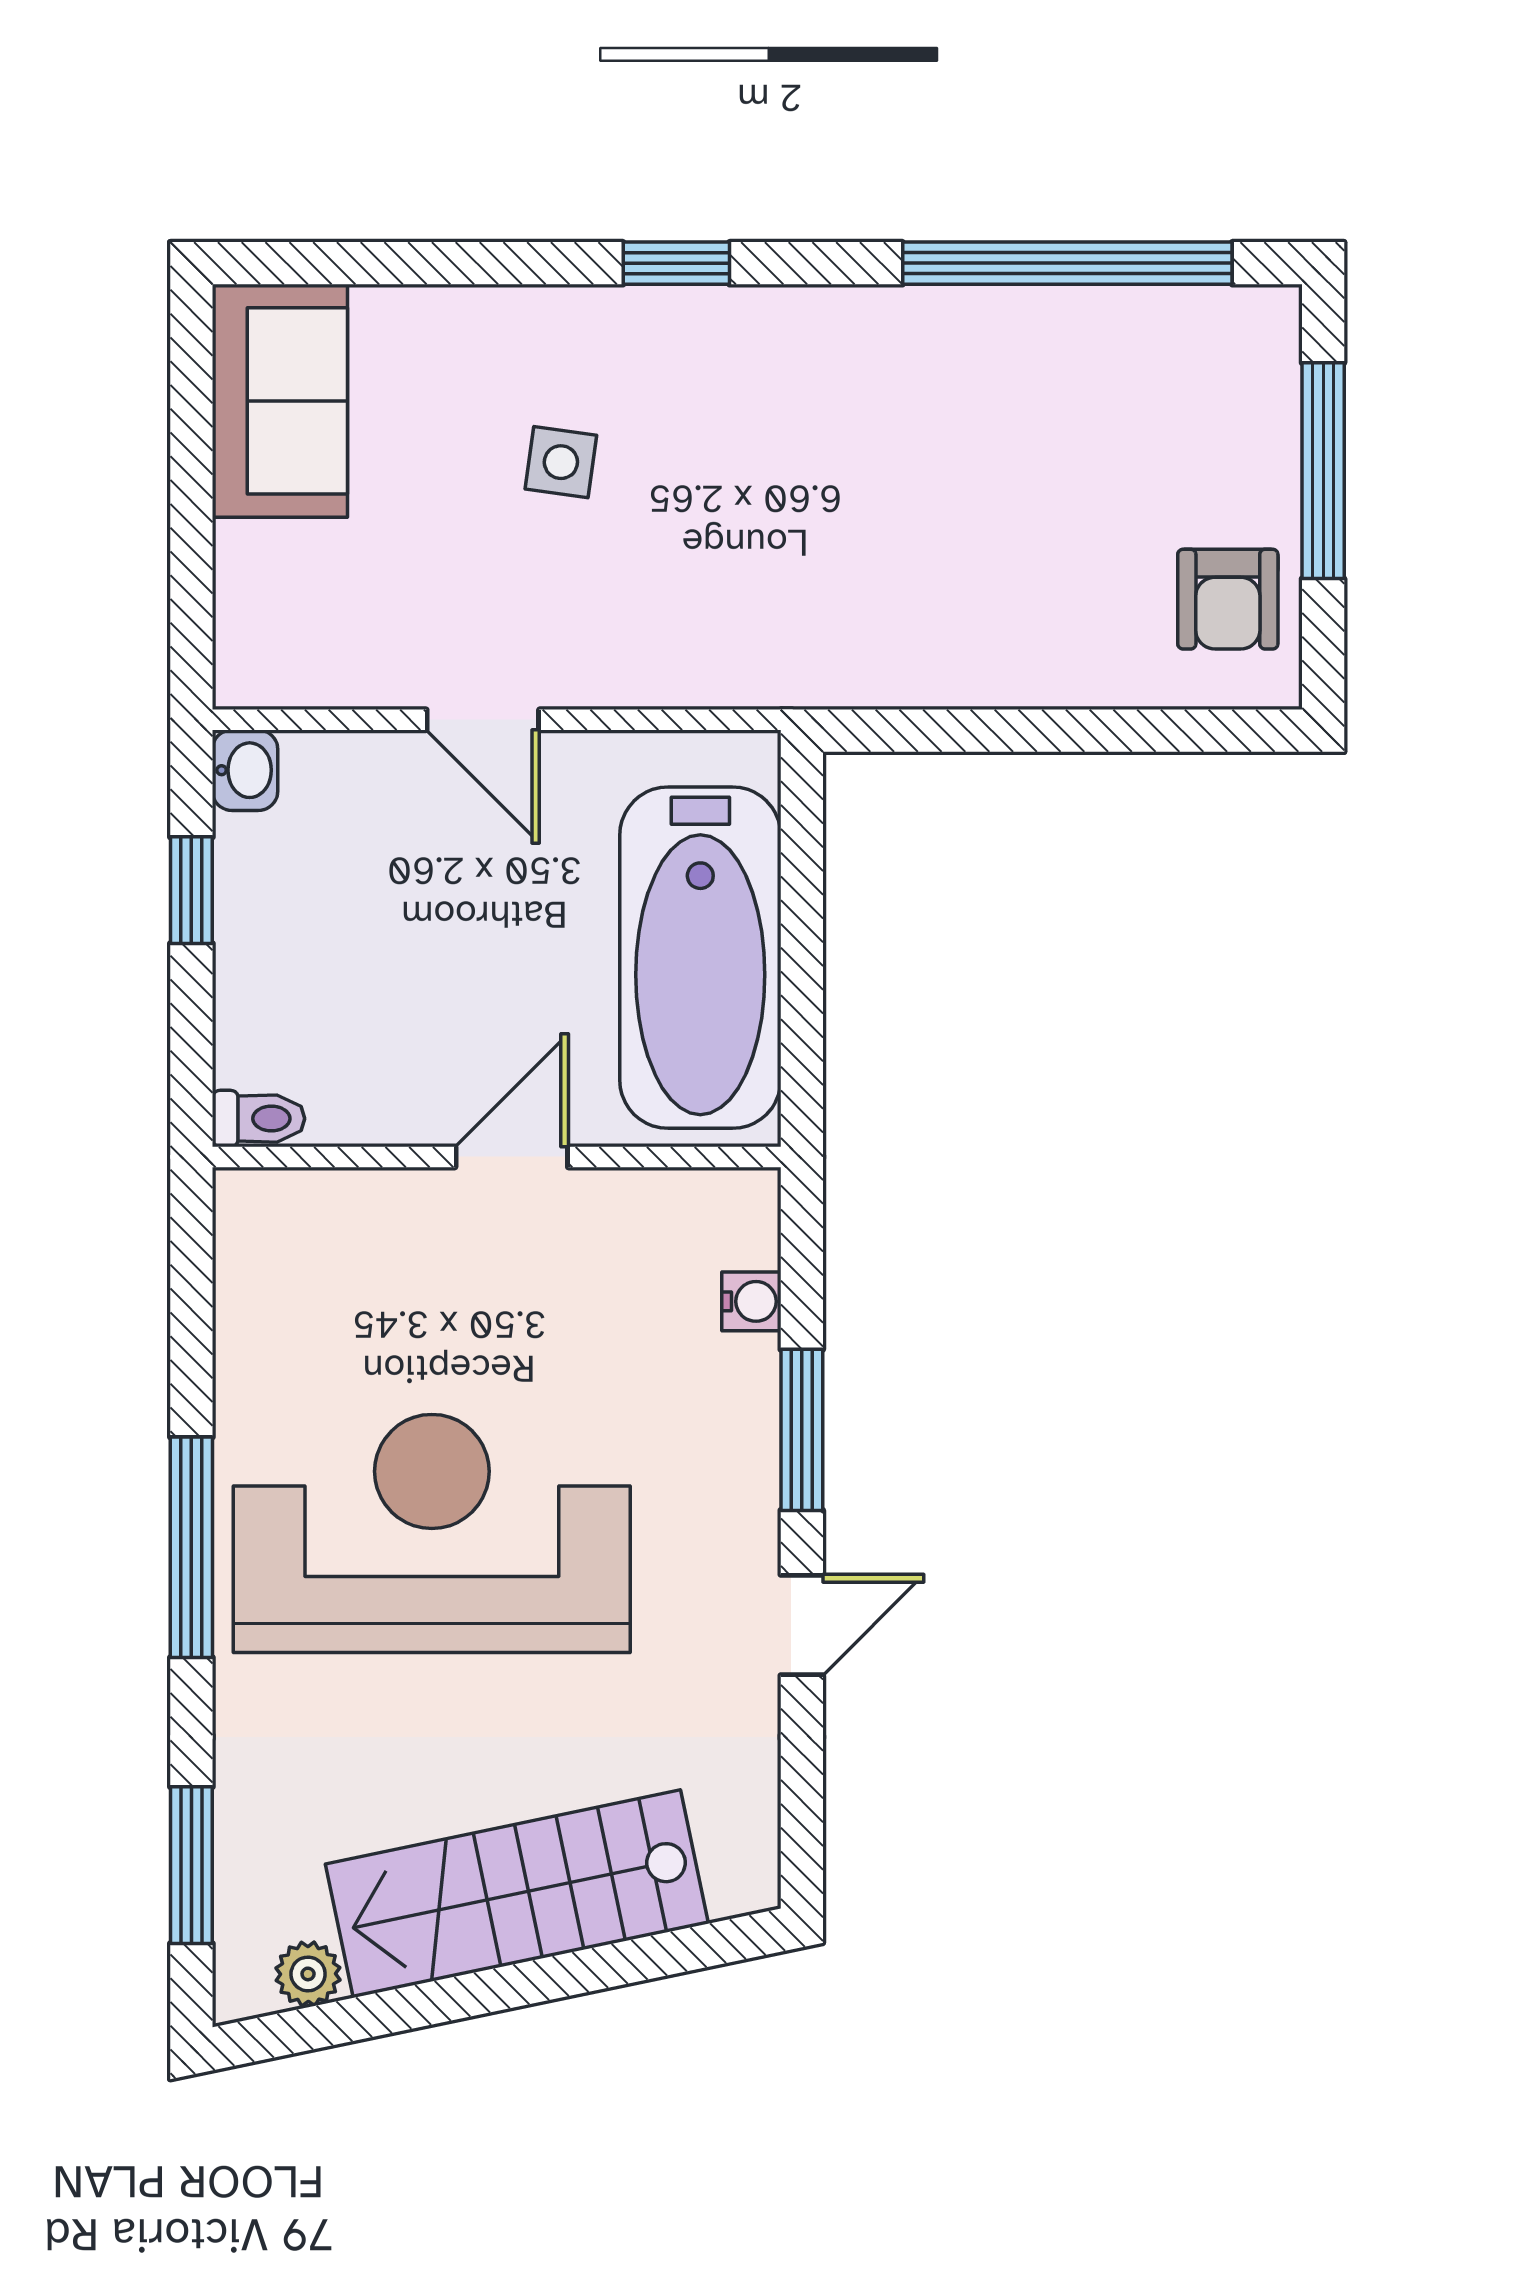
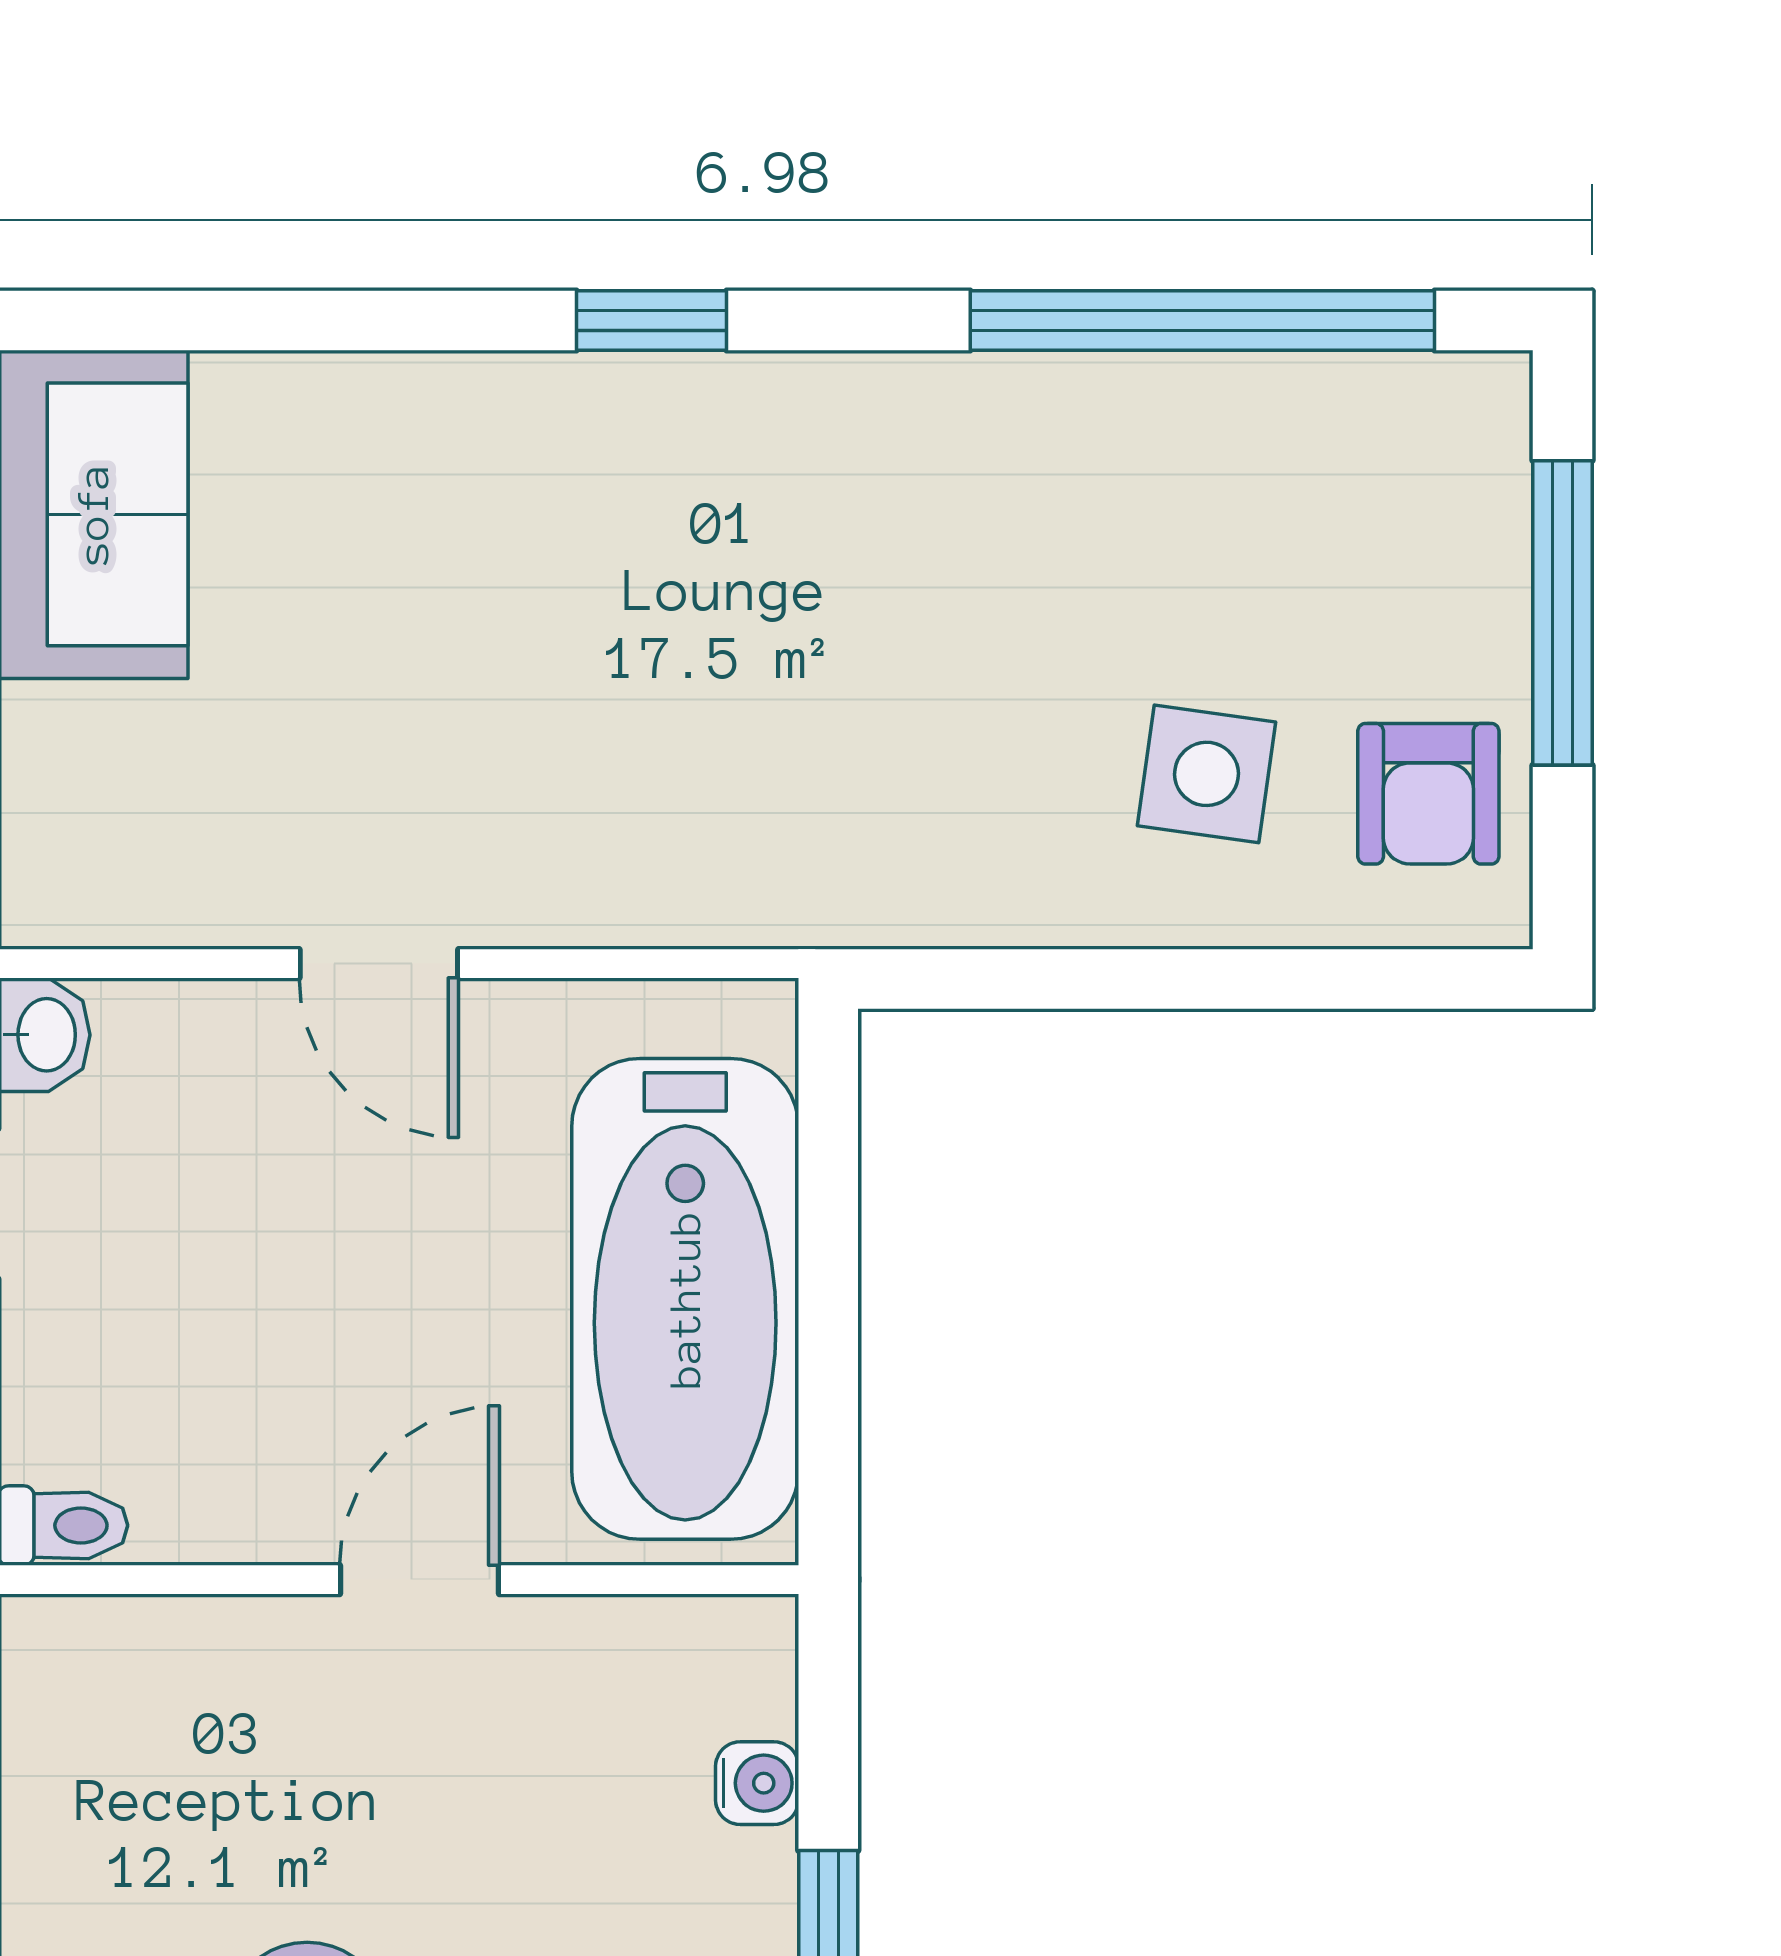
side table: (561, 462) -> (1206, 774), moved, width x1.37, depth x1.37

